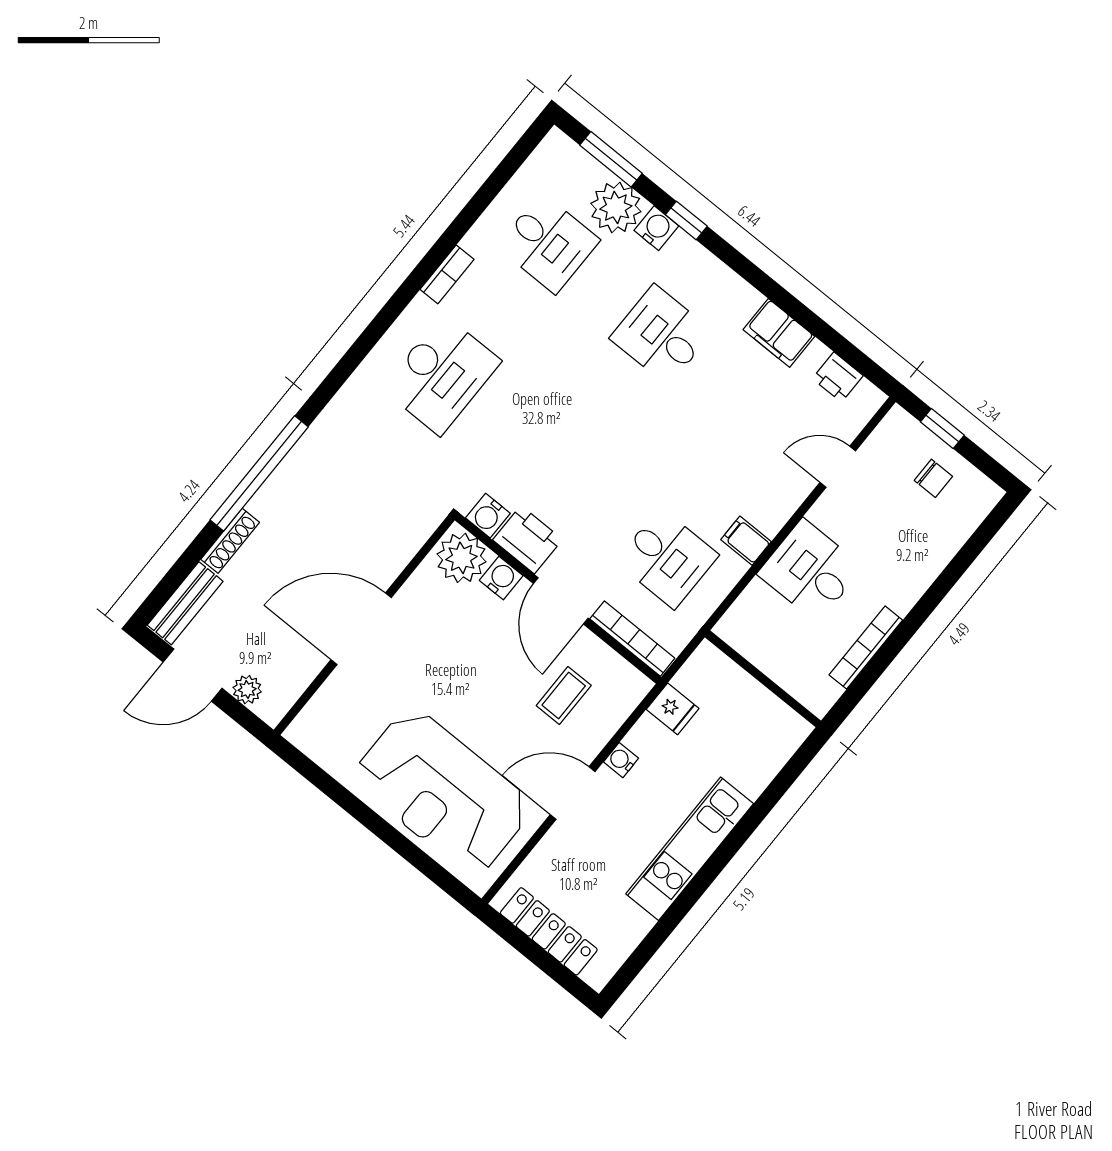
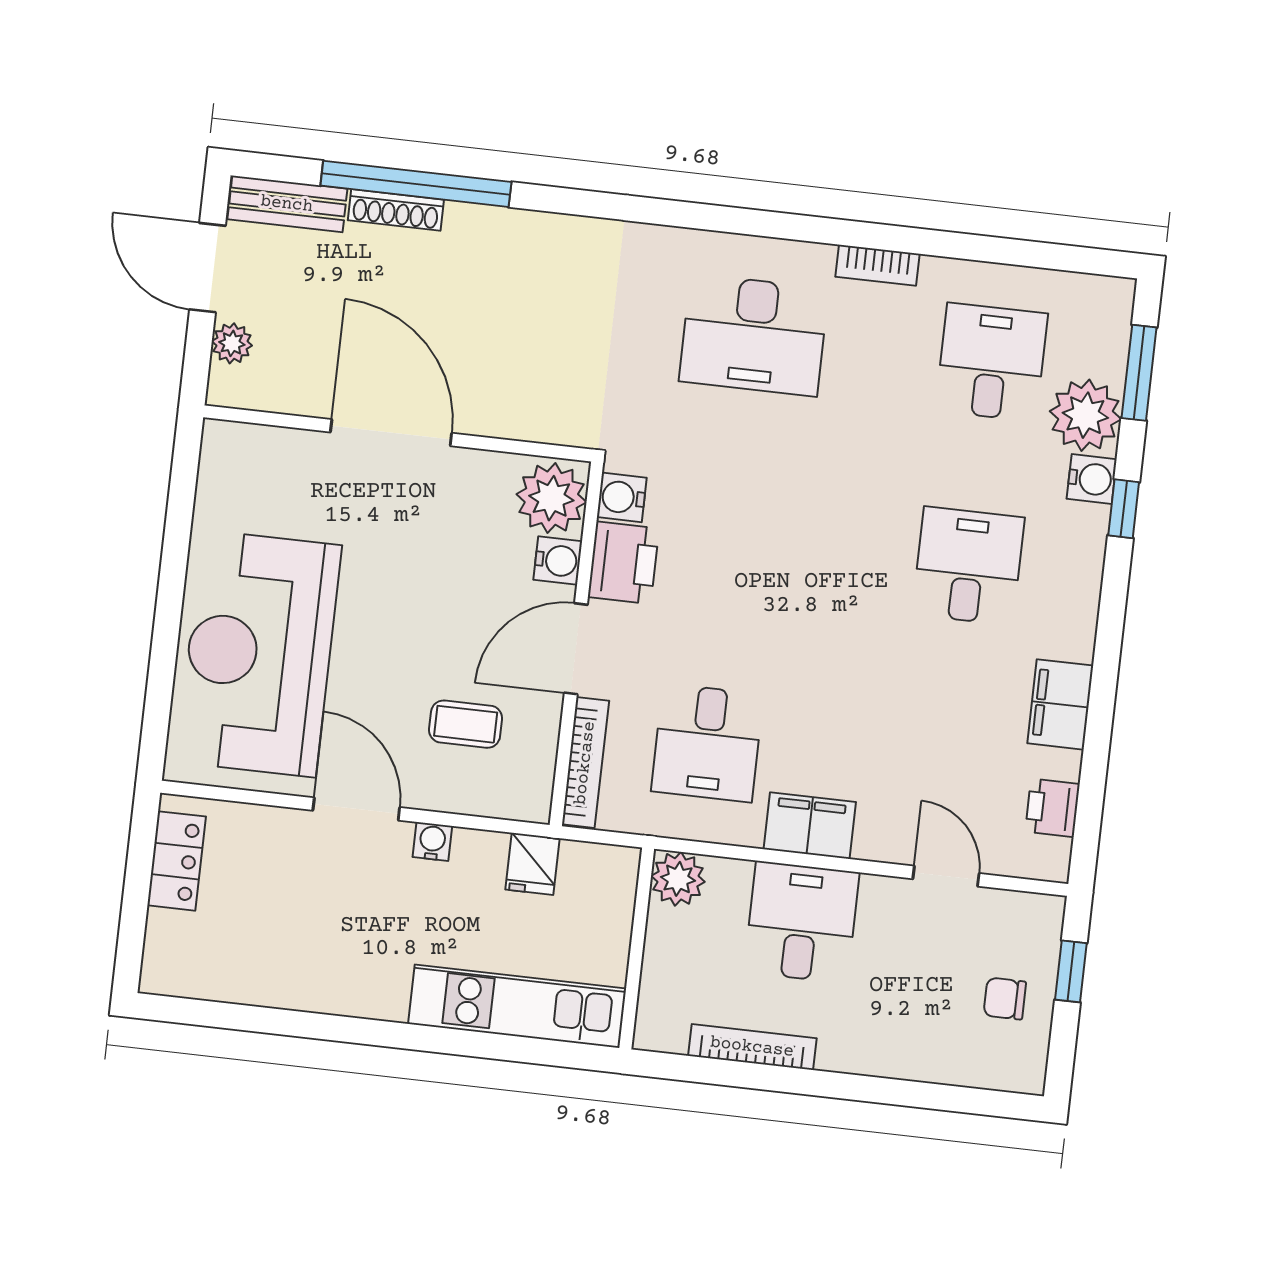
desk: (548, 243) -> (992, 362), turned 180
window: (259, 473) -> (416, 184), moved
chair: (933, 478) -> (1005, 999), turned 90
filing cabinet: (746, 541) -> (810, 826), width x2.00
plant: (737, 628) -> (678, 879), added
kitchen unit: (690, 849) -> (517, 1006), moved
locker: (549, 931) -> (177, 861), width x0.66

